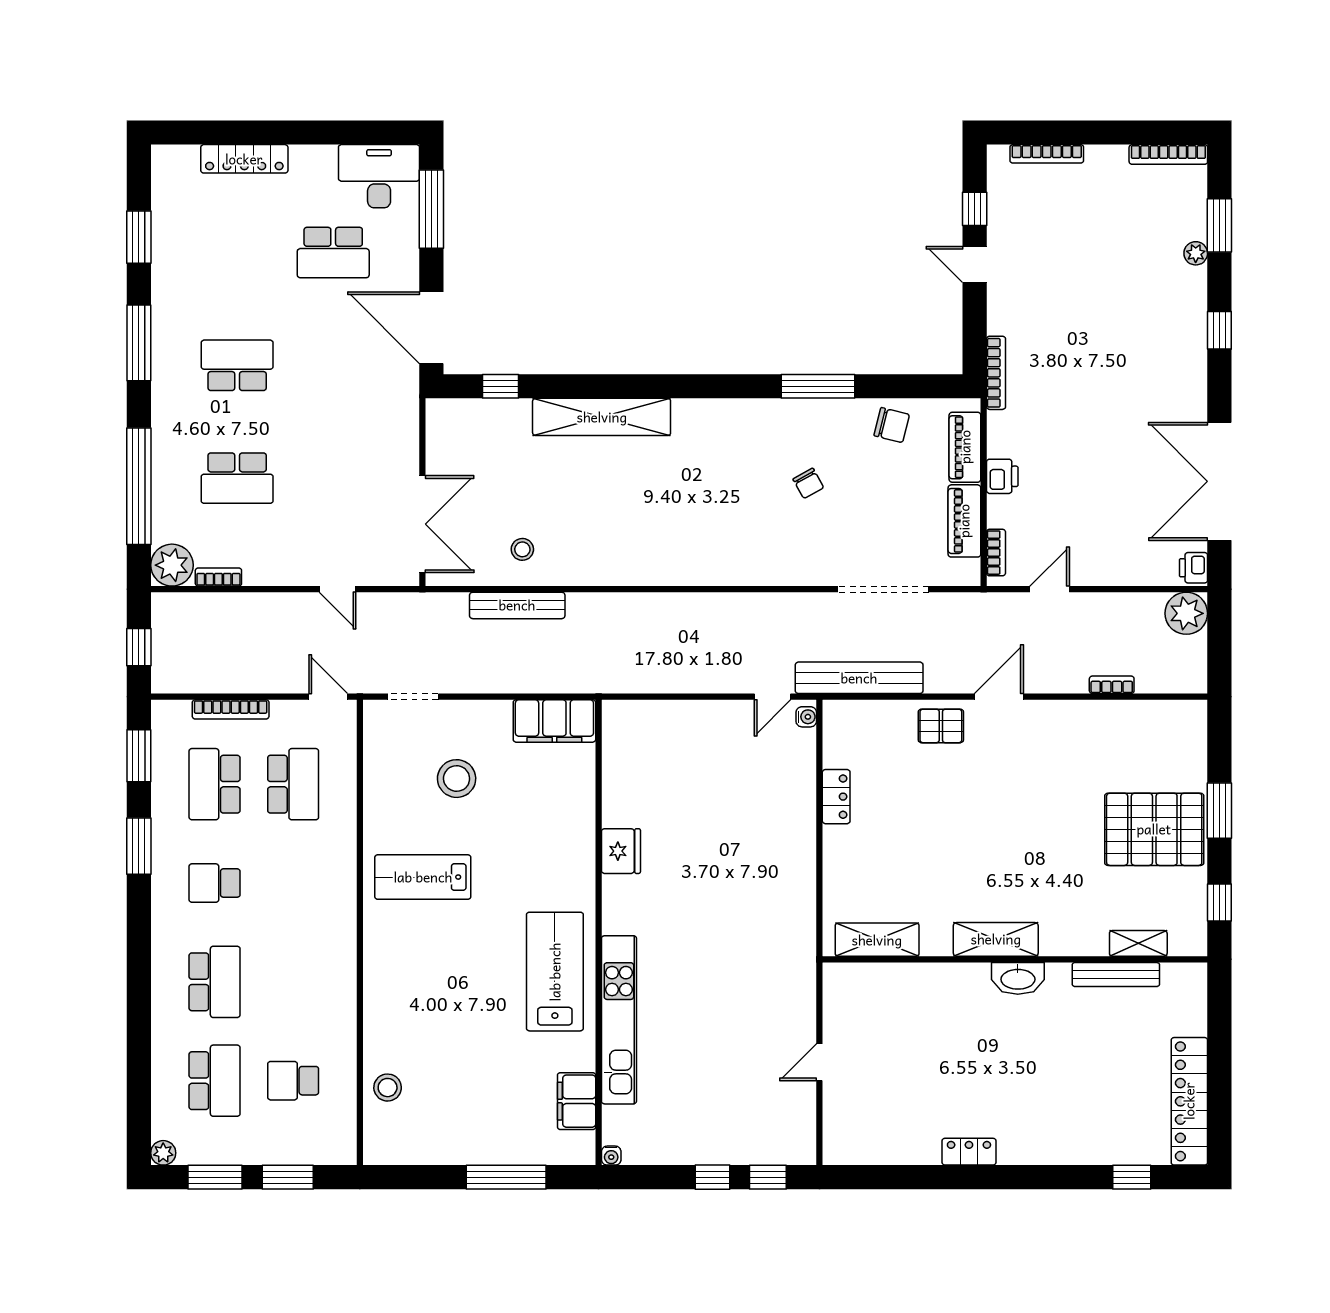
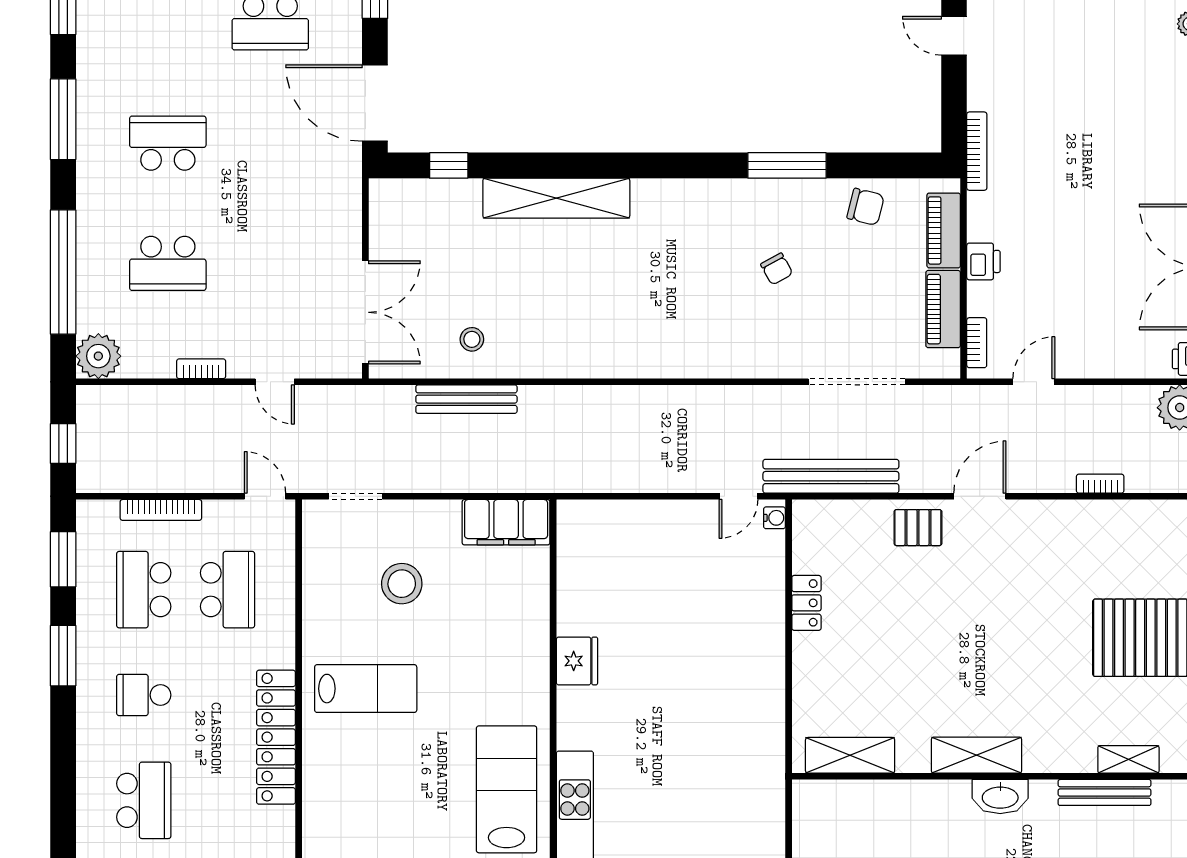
bookcase: (218, 577) -> (201, 369), moved
lab bench: (423, 877) -> (366, 689), turned 180
locker: (339, 923) -> (276, 737), added

